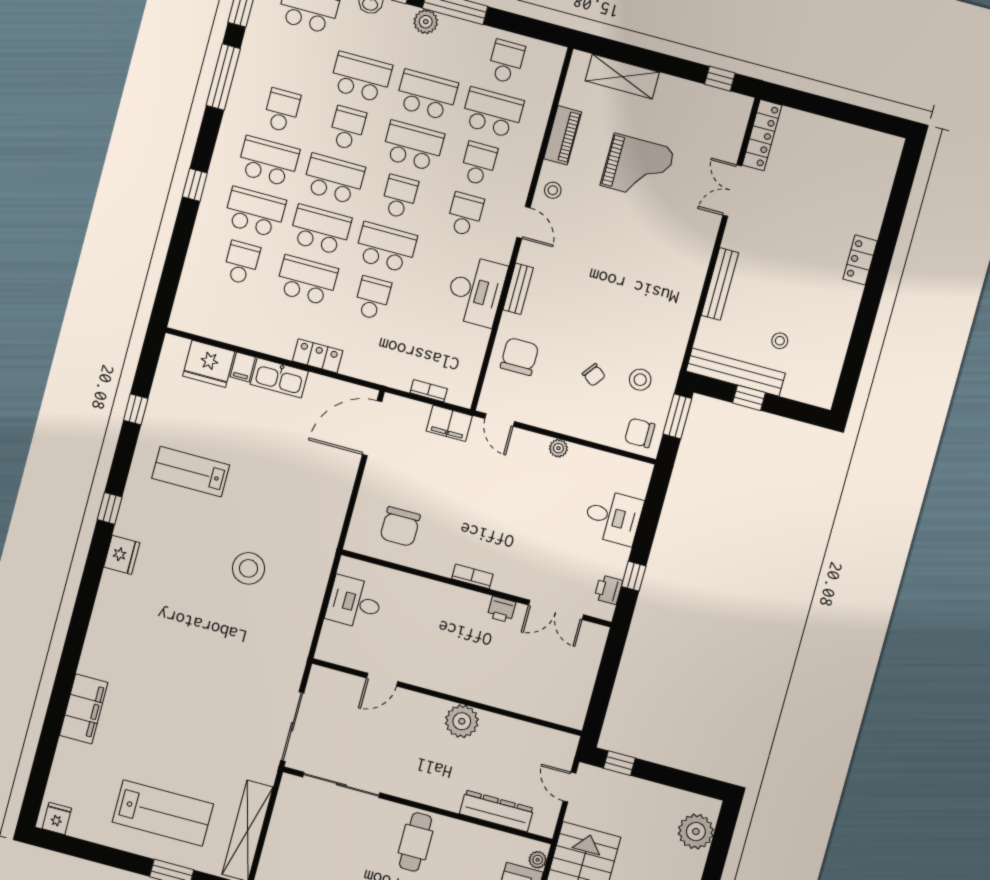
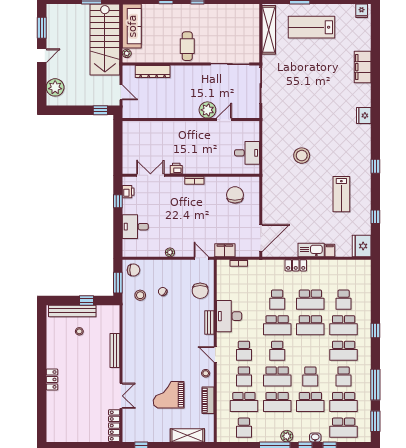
school desk: (334, 179) -> (344, 402), moved
fridge: (209, 364) -> (362, 246), moved, turned -90
bench: (736, 372) -> (72, 311), moved
lab bench: (191, 472) -> (341, 194), turned 90
fridge: (122, 555) -> (364, 115), moved
plant: (462, 721) -> (207, 110), moved

